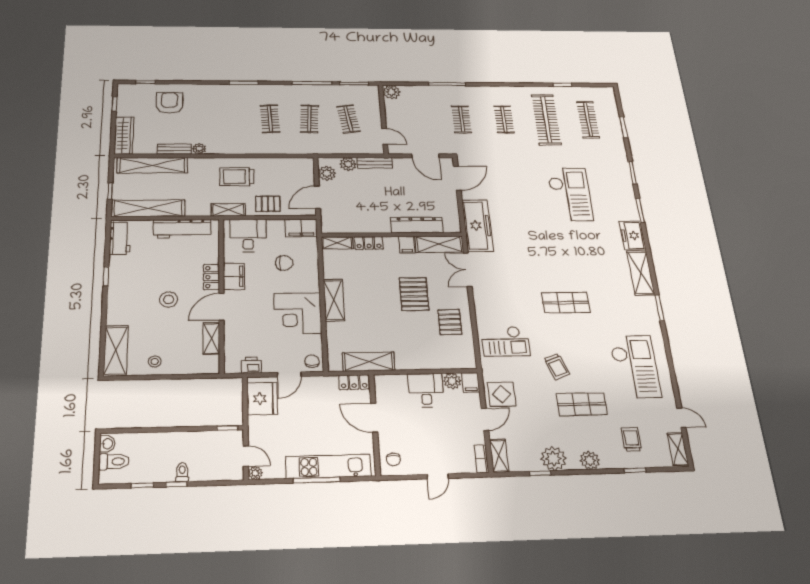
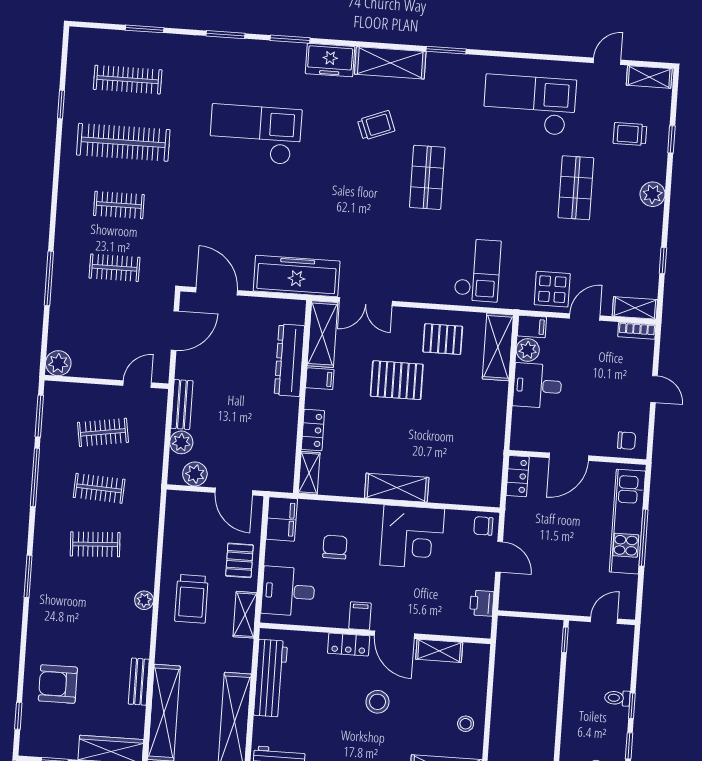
plant: (199, 149) -> (144, 600), moved
filing cabinet: (234, 276) -> (360, 616), width x0.50
shelving: (369, 362) -> (498, 347), moved
trolley: (557, 366) -> (376, 125), moved
fridge: (262, 399) -> (529, 594), removed
door: (485, 419) -> (585, 317), hinge flipped
plant: (553, 459) -> (645, 240), removed
plant: (255, 473) -> (627, 611), removed

